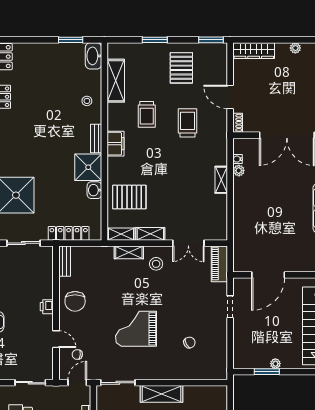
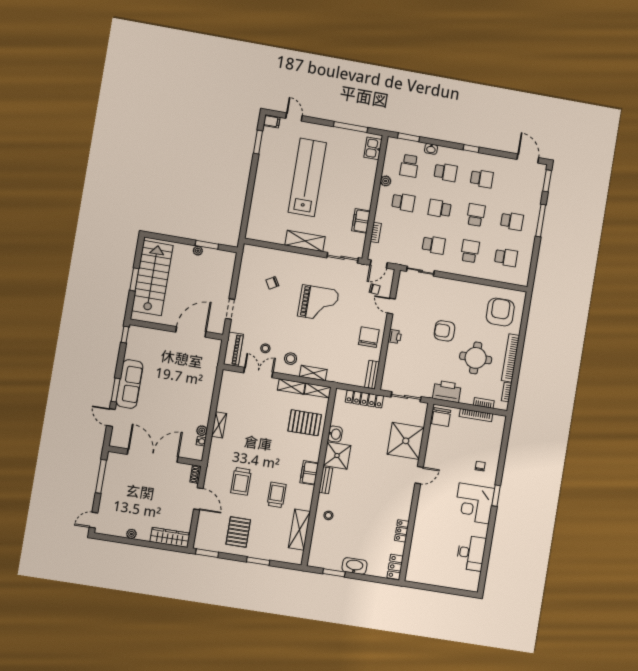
washbasin: (94, 56) -> (354, 566), moved, turned -90
stool: (185, 270) -> (265, 348), added

